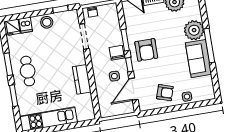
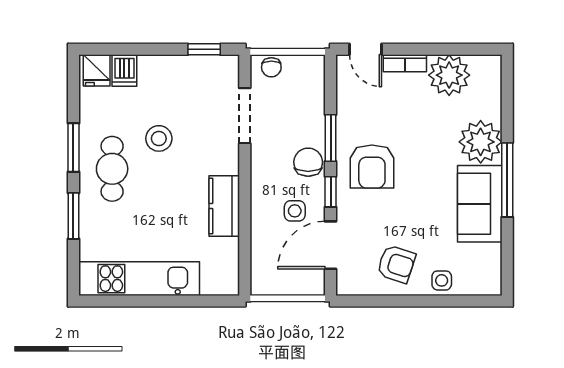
stool: (47, 22) -> (159, 138), moved

